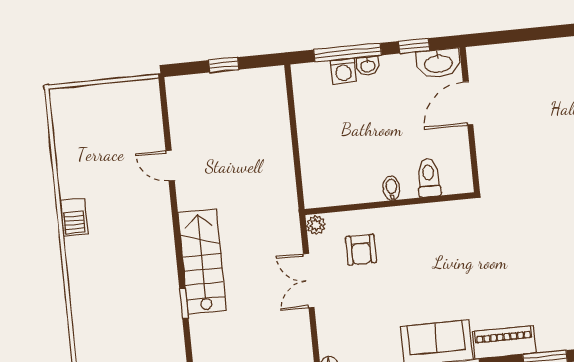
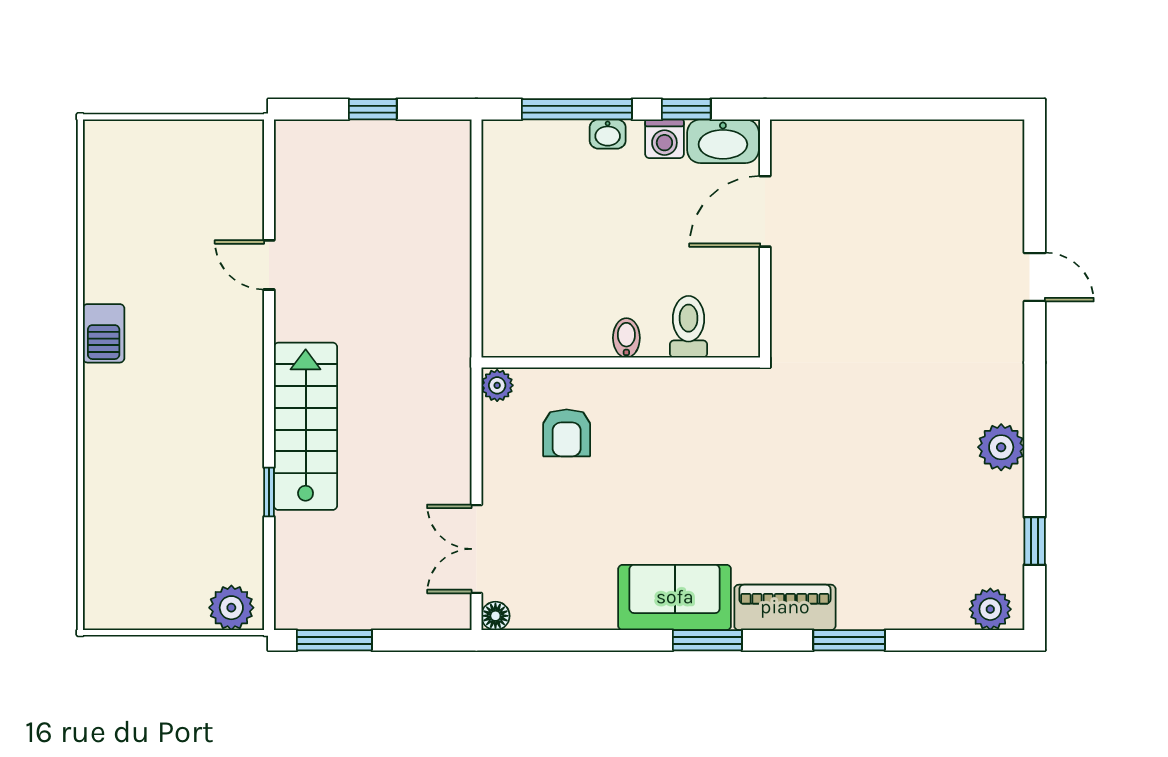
washing machine: (343, 71) -> (664, 139), moved
double door: (309, 281) -> (476, 549), moved

